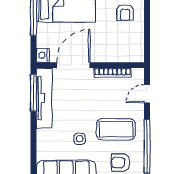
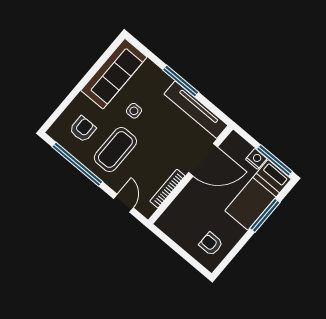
nightstand: (43, 55) -> (256, 159), moved
door: (73, 65) -> (203, 160), hinge flipped
window: (34, 93) -> (181, 81), moved

